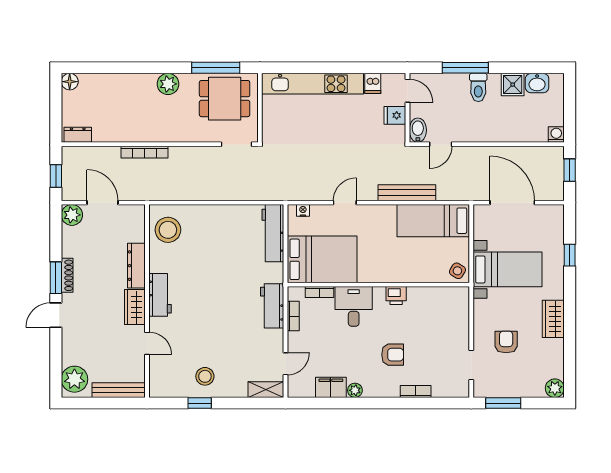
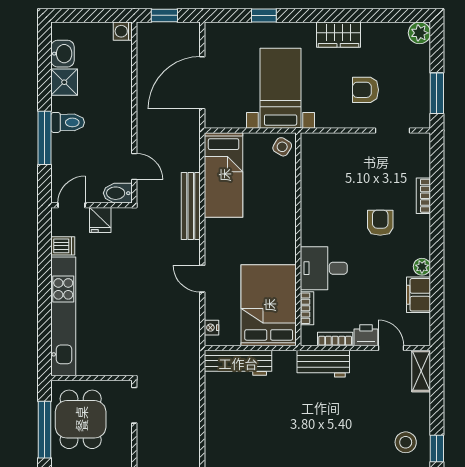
printer: (396, 296) -> (366, 335), moved, turned -90

